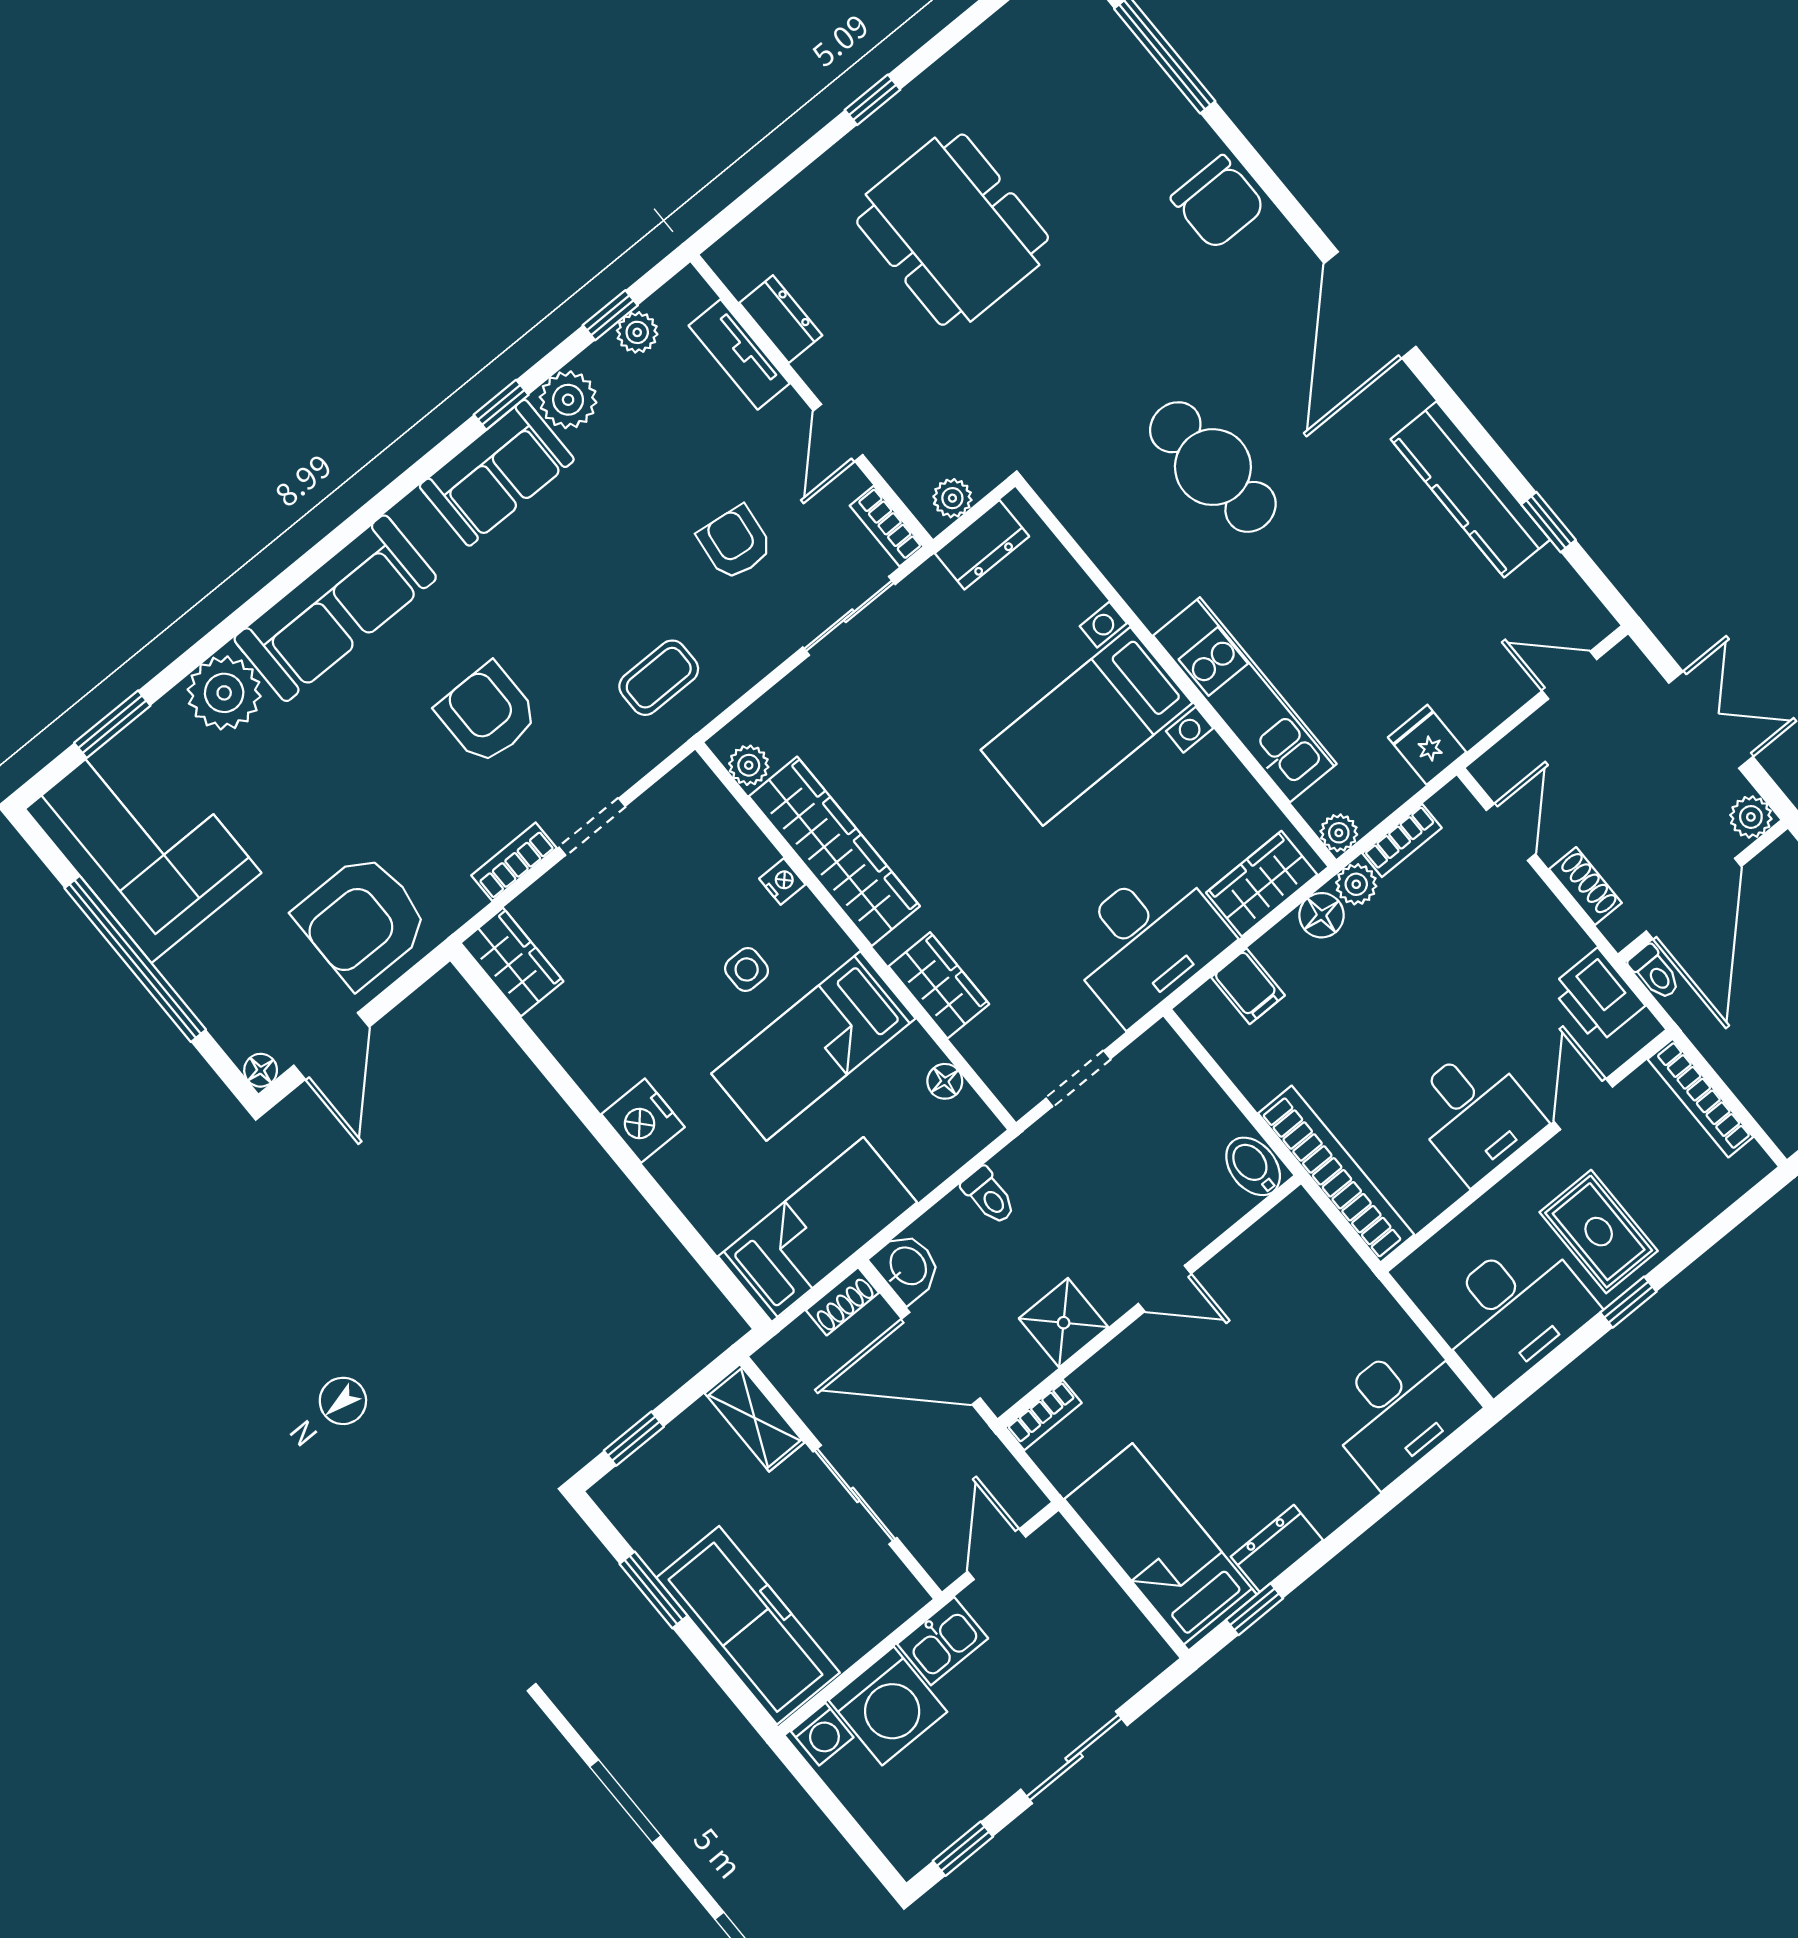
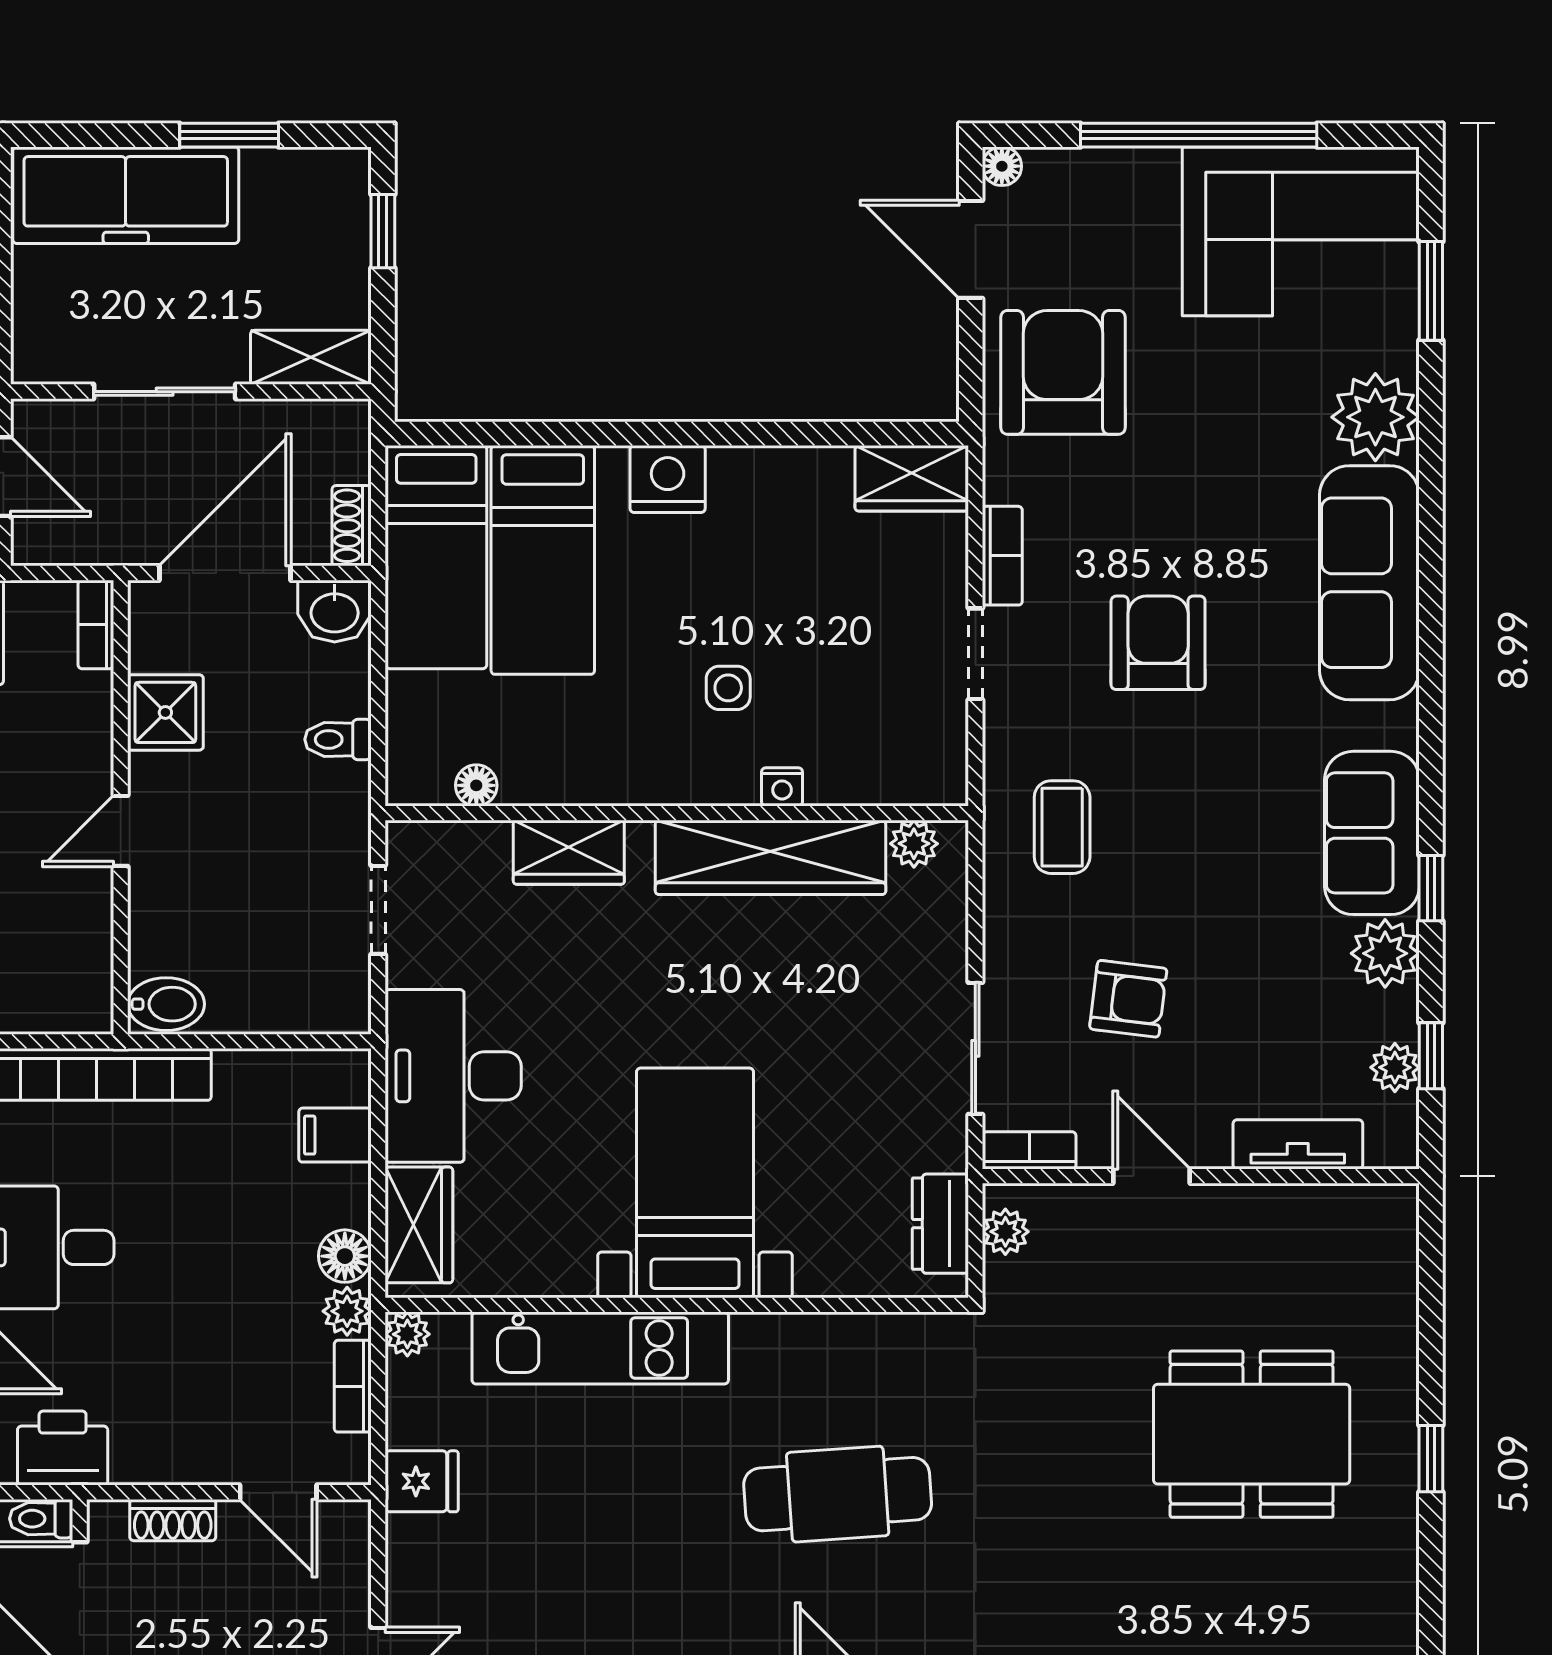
dresser: (781, 319) -> (1299, 1209), removed
armchair: (487, 714) -> (1158, 643), turned -90
bed: (813, 1046) -> (543, 560), moved, turned 180

